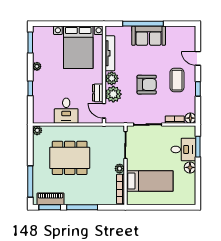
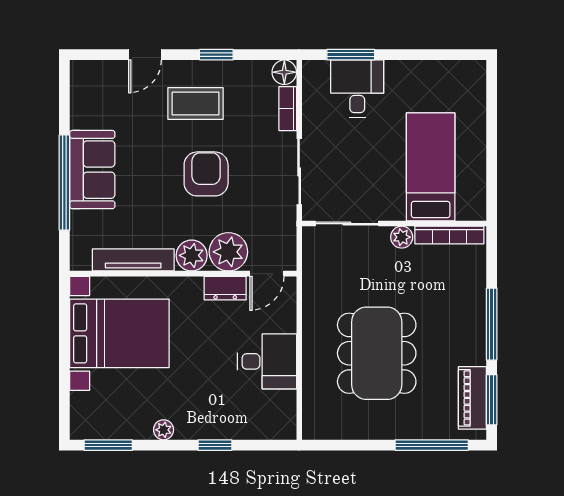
plant: (37, 130) -> (313, 429), removed
floor lamp: (190, 167) -> (399, 73), removed

